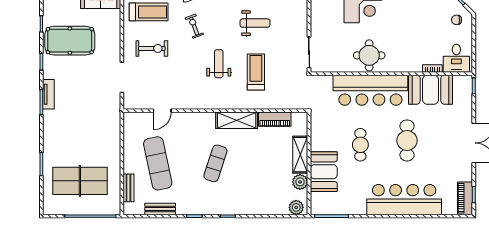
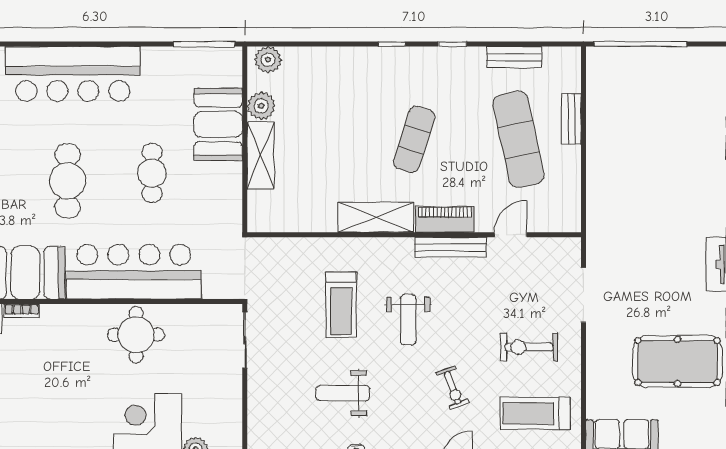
bench: (195, 104) -> (451, 247), added
piano: (275, 119) -> (445, 219), moved
table tennis table: (80, 181) -> (659, 108), removed
bench: (128, 188) -> (571, 119), moved

